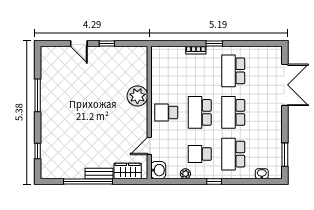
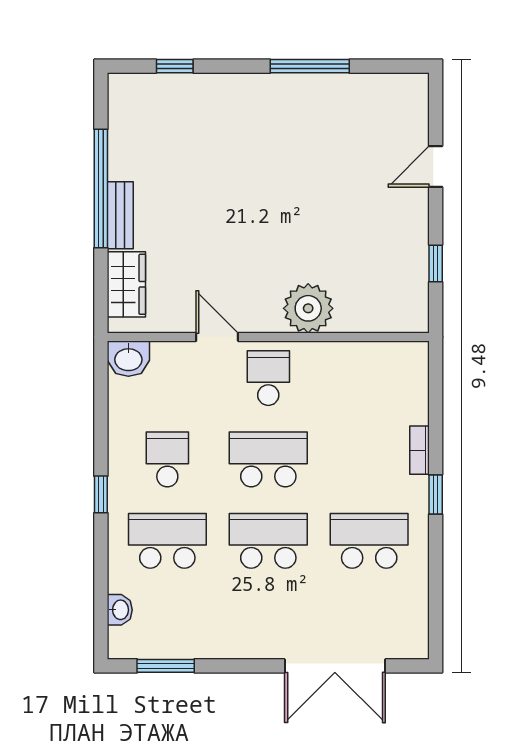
window: (107, 43) -> (436, 263), moved
door: (149, 146) -> (217, 337), moved
plant: (185, 174) -> (120, 425), removed

